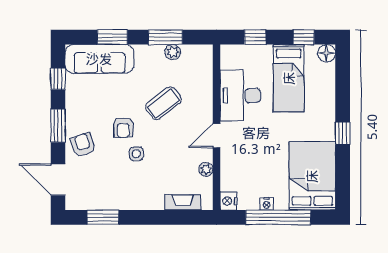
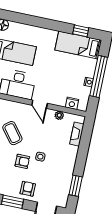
window: (343, 133) -> (81, 31), moved
armchair: (83, 145) -> (28, 189), turned 108
bed: (312, 176) -> (78, 45), width x0.67
nightstand: (228, 201) -> (72, 103), moved

